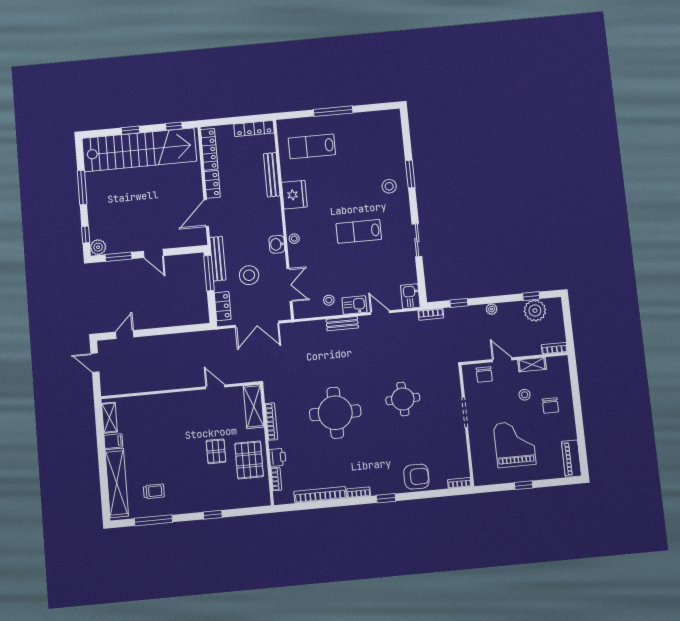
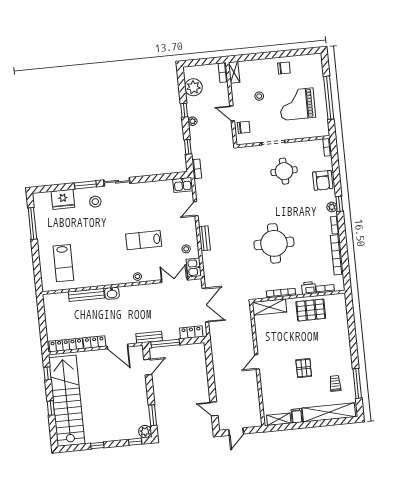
window: (333, 111) -> (32, 224), moved
locker: (254, 129) -> (49, 309), removed
window: (82, 187) -> (97, 445), width x0.46
fridge: (294, 195) -> (63, 199), moved, turned 180
lab bench: (359, 231) -> (144, 240), moved, turned 90
sliding door: (417, 240) -> (117, 182), moved
washbasin: (277, 244) -> (112, 293), moved
door: (153, 253) -> (148, 367), moved
bench: (218, 259) -> (149, 337), width x0.73
stool: (249, 275) -> (167, 312), removed
window: (531, 296) -> (184, 110), moved
kitchen sink: (354, 305) -> (194, 268), moved
door: (502, 360) -> (232, 113), hinge flipped
shelving: (532, 365) -> (234, 72), moved
door: (215, 387) -> (257, 362), moved
round table: (403, 399) -> (284, 171), moved
chair: (550, 406) -> (284, 68), moved
pallet: (216, 451) -> (304, 368), moved, turned 90
piano: (571, 459) -> (308, 60), removed
armchair: (416, 477) -> (323, 180), turned 180
window: (524, 485) -> (329, 98), width x3.17
plant: (382, 488) -> (332, 207), added
window: (213, 515) -> (353, 338), removed

